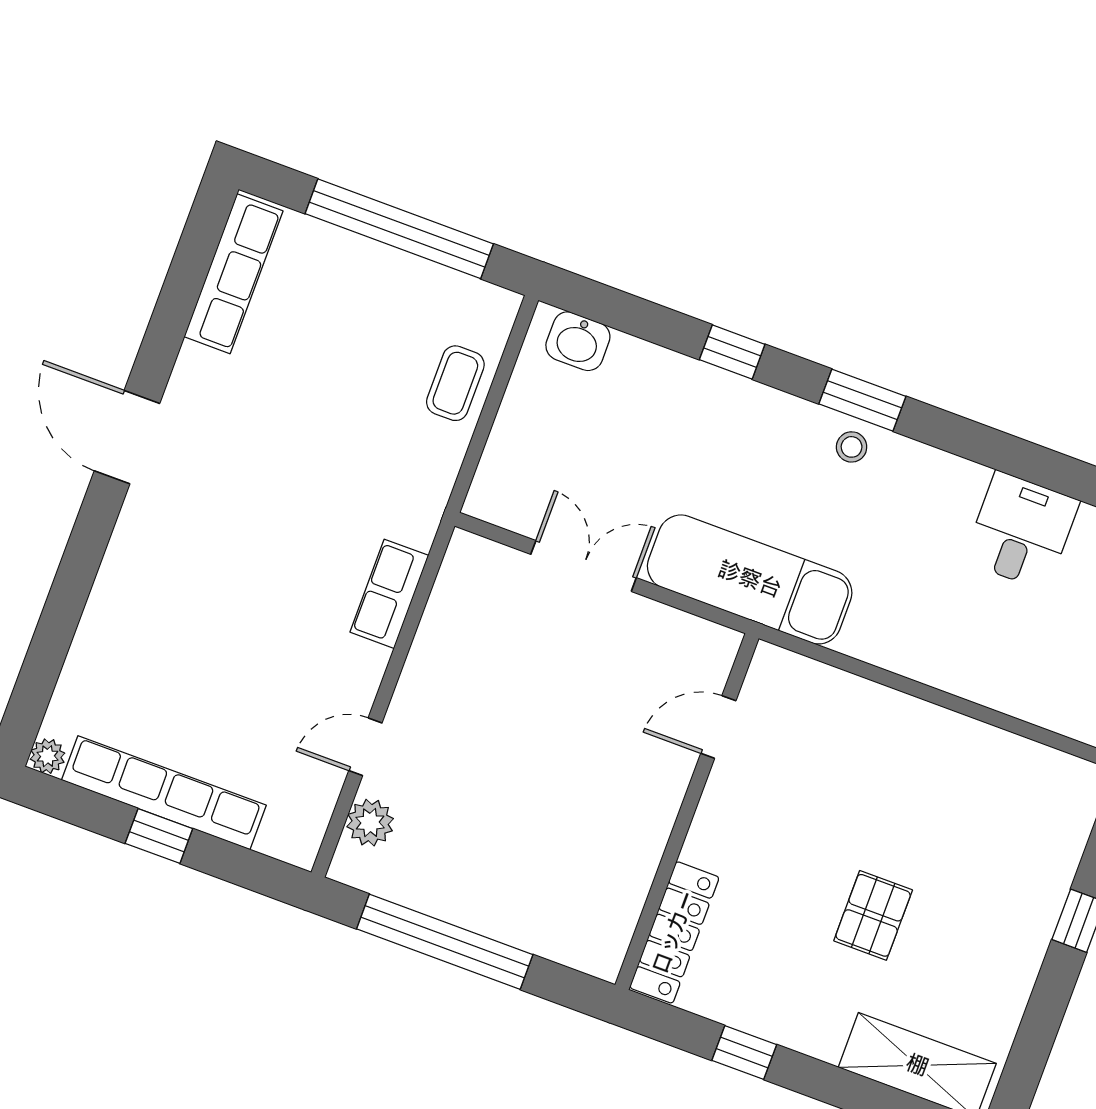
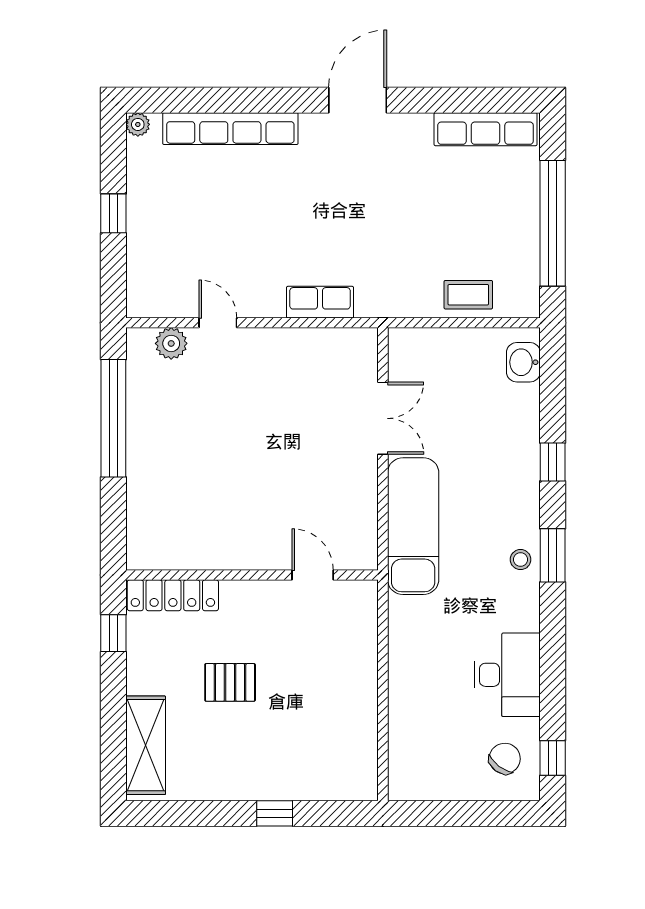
desk: (1021, 531) -> (507, 675), width x1.37
door: (718, 727) -> (313, 575), moved
row of seats: (164, 793) -> (230, 129), moved, turned 90
wall: (687, 812) -> (252, 575), moved
locker: (674, 932) -> (173, 595), moved

